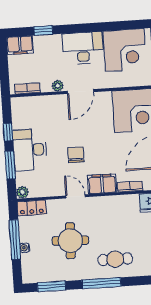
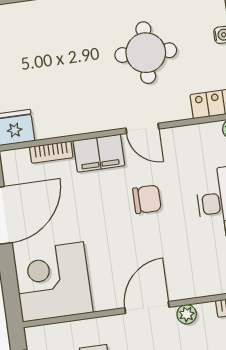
chair: (76, 155) -> (147, 199), turned -90
cafe table: (115, 259) -> (67, 27), removed

